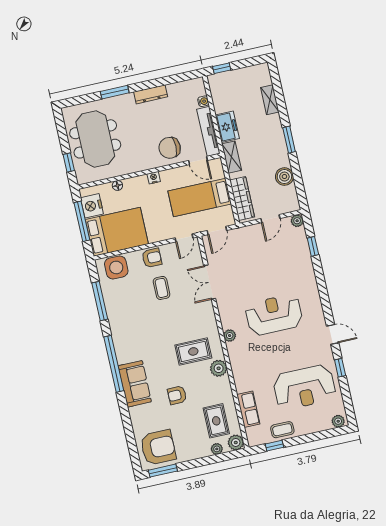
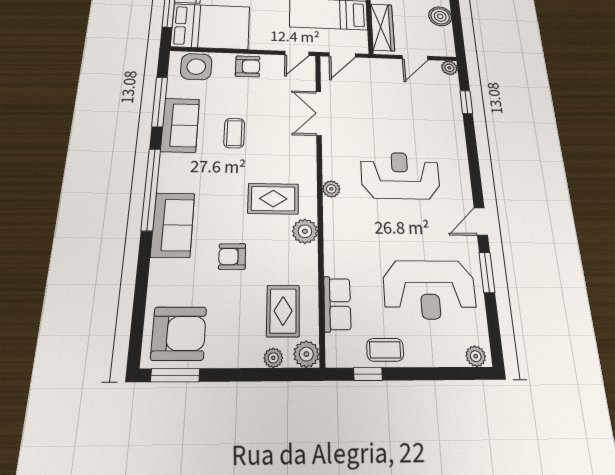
coffee table: (162, 288) -> (234, 133), moved
sofa: (119, 315) -> (180, 125), added
door: (333, 334) -> (481, 222), swing flipped
window: (340, 368) -> (487, 272), width x1.50

